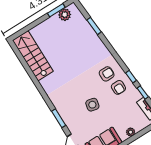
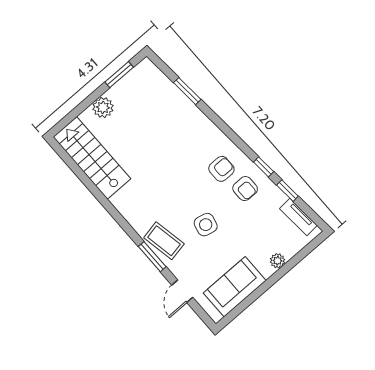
plant: (65, 15) -> (103, 107), moved
coffee table: (67, 110) -> (164, 241), added

